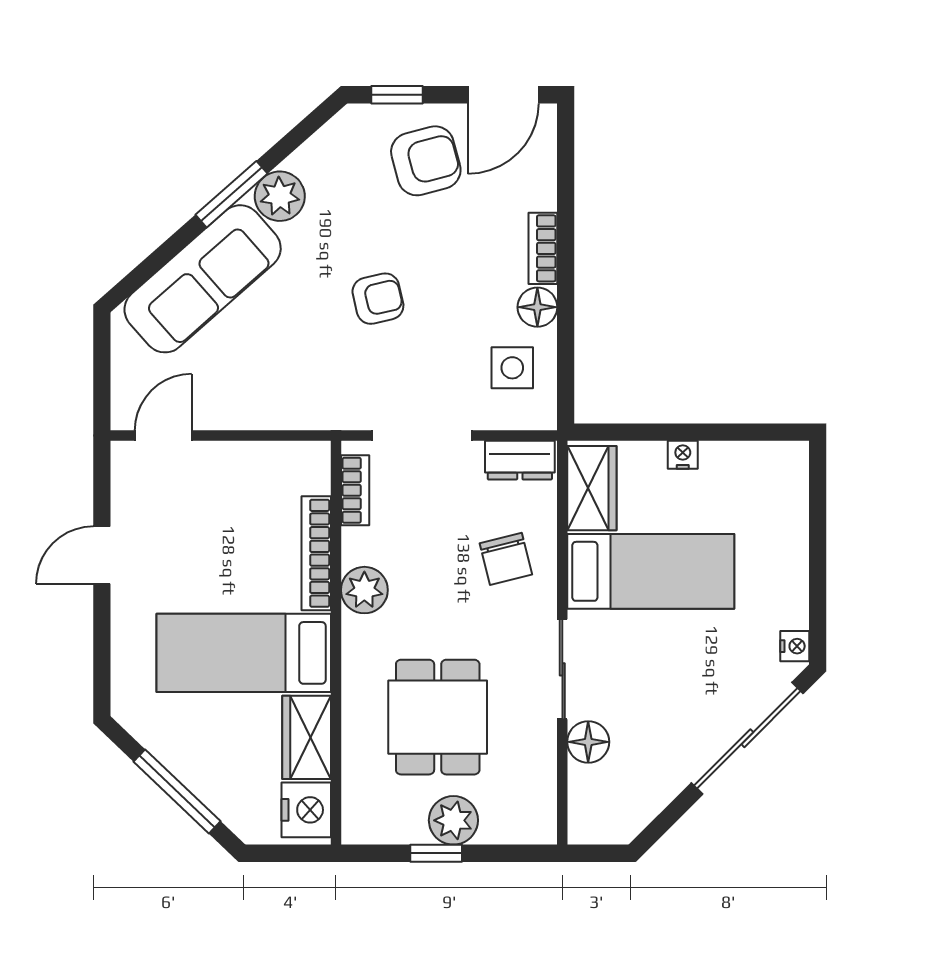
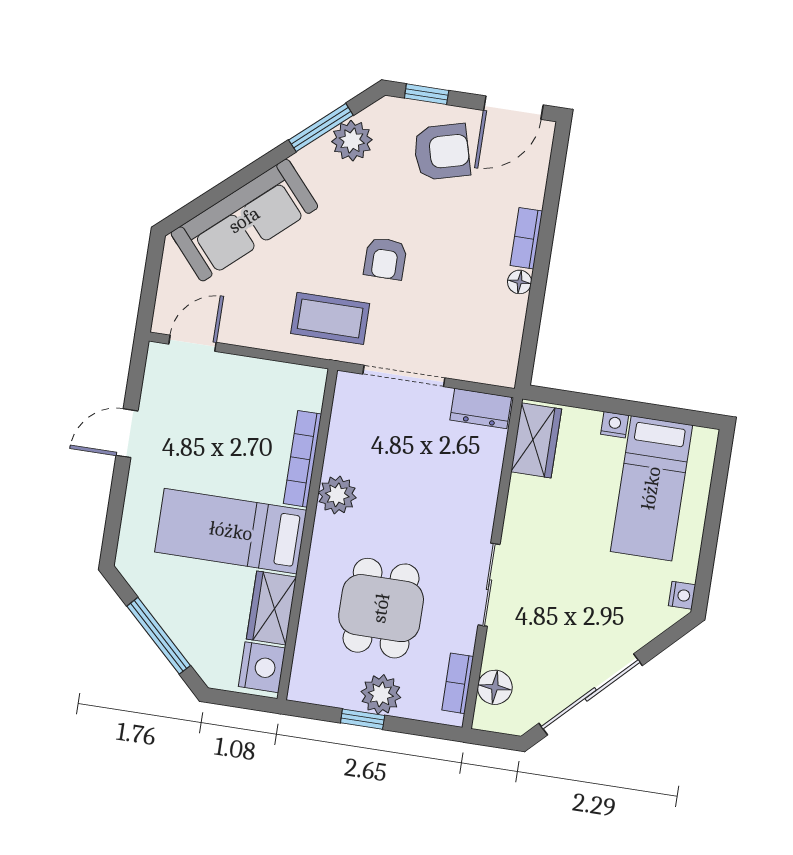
window: (232, 194) -> (321, 128), moved
plant: (280, 196) -> (352, 141), moved
armchair: (378, 299) -> (385, 258), turned 103
floor lamp: (537, 307) -> (520, 282), width x0.73, depth x0.73
side table: (512, 368) -> (486, 332), removed
coffee table: (323, 380) -> (330, 318), added
bookcase: (355, 490) -> (458, 683), moved, turned 180
chair: (506, 559) -> (457, 487), removed
bed: (651, 571) -> (651, 488), moved, turned 90
sliding door: (747, 738) -> (591, 694), moved
floor lamp: (588, 742) -> (495, 687), moved

